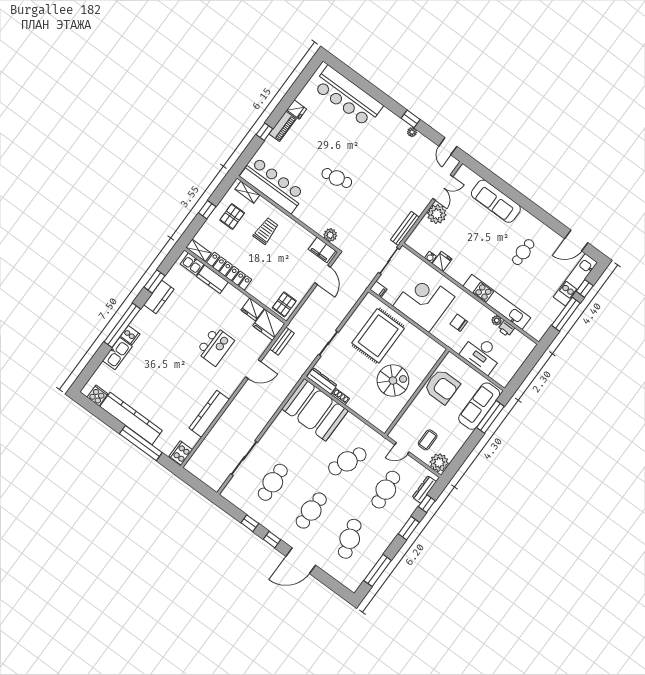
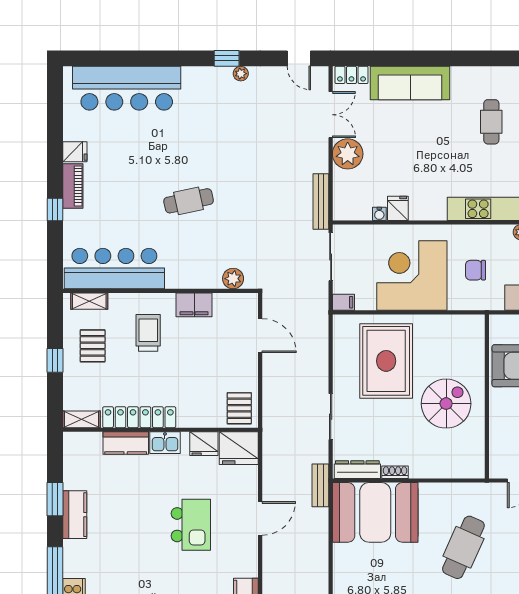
locker: (469, 175) -> (351, 75), added
filing cabinet: (322, 250) -> (194, 305), moved
kitchen sink: (192, 264) -> (165, 443), moved
bench: (282, 341) -> (320, 485), moved

